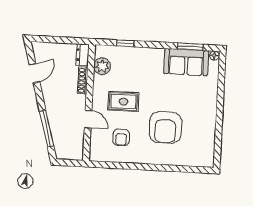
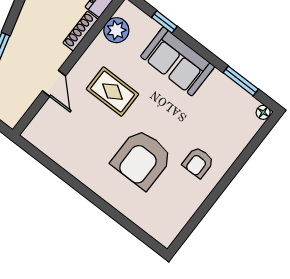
sofa: (186, 62) -> (178, 61), moved
armchair: (121, 137) -> (198, 162), moved

